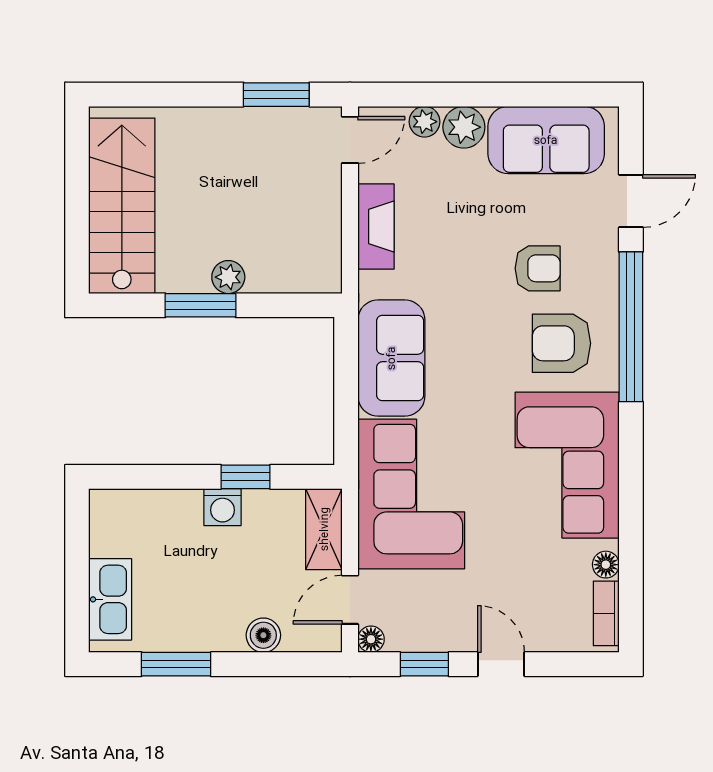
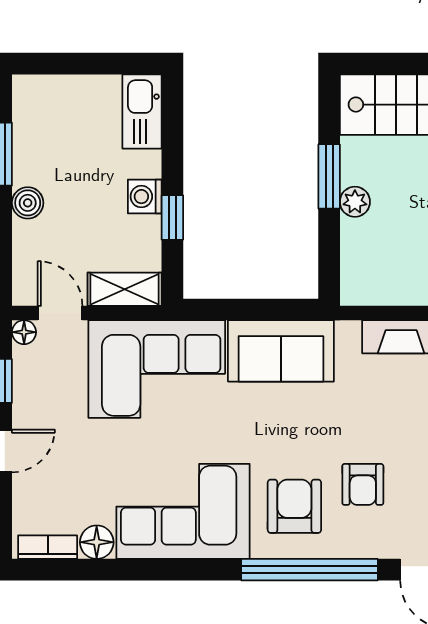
floor lamp: (606, 565) -> (97, 542), width x1.37, depth x1.37
kitchen sink: (110, 599) -> (142, 111), moved, turned 90
boiler: (263, 635) -> (28, 203), moved

